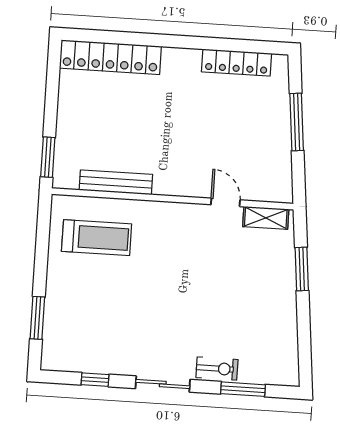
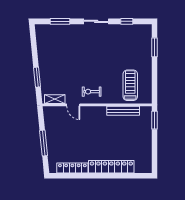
locker: (110, 57) -> (111, 167), moved
treadmill: (97, 238) -> (130, 85), turned 90
exercise bike: (217, 369) -> (92, 92), moved

